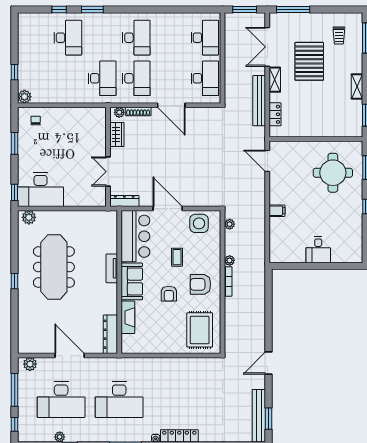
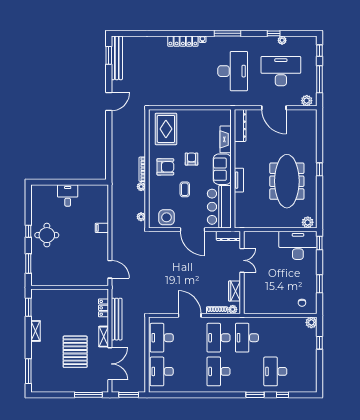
trolley: (339, 35) -> (50, 373), removed
round table: (333, 173) -> (47, 235), moved, width x0.73, depth x0.73
desk: (119, 400) -> (233, 71), turned 90

